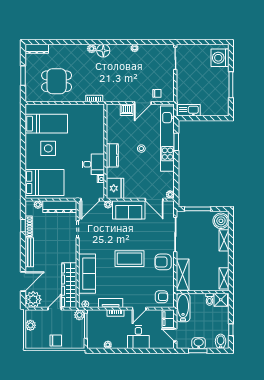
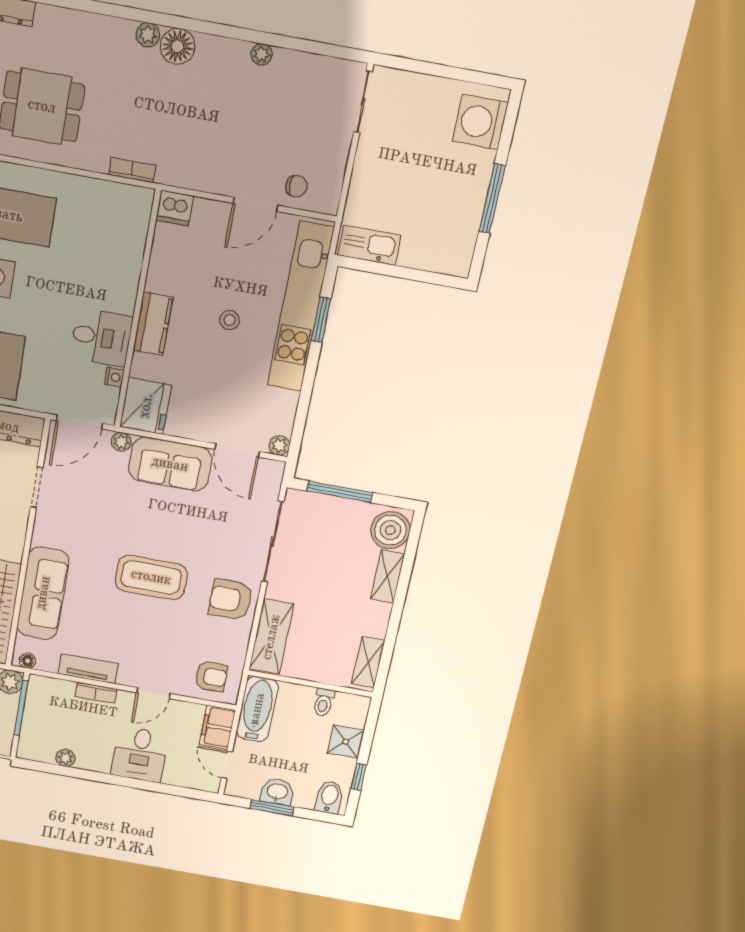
dishwasher: (127, 110) -> (174, 208), moved
shower: (221, 300) -> (346, 742), moved

